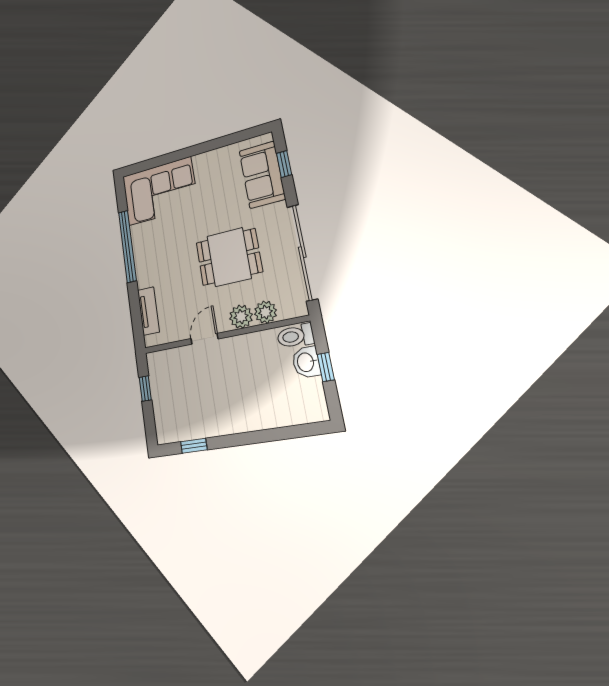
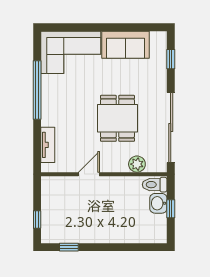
sofa: (262, 175) -> (126, 45), moved, turned -90
dining table: (229, 257) -> (117, 118), turned 90
plant: (241, 317) -> (119, 164), removed
window: (145, 389) -> (37, 219), moved

